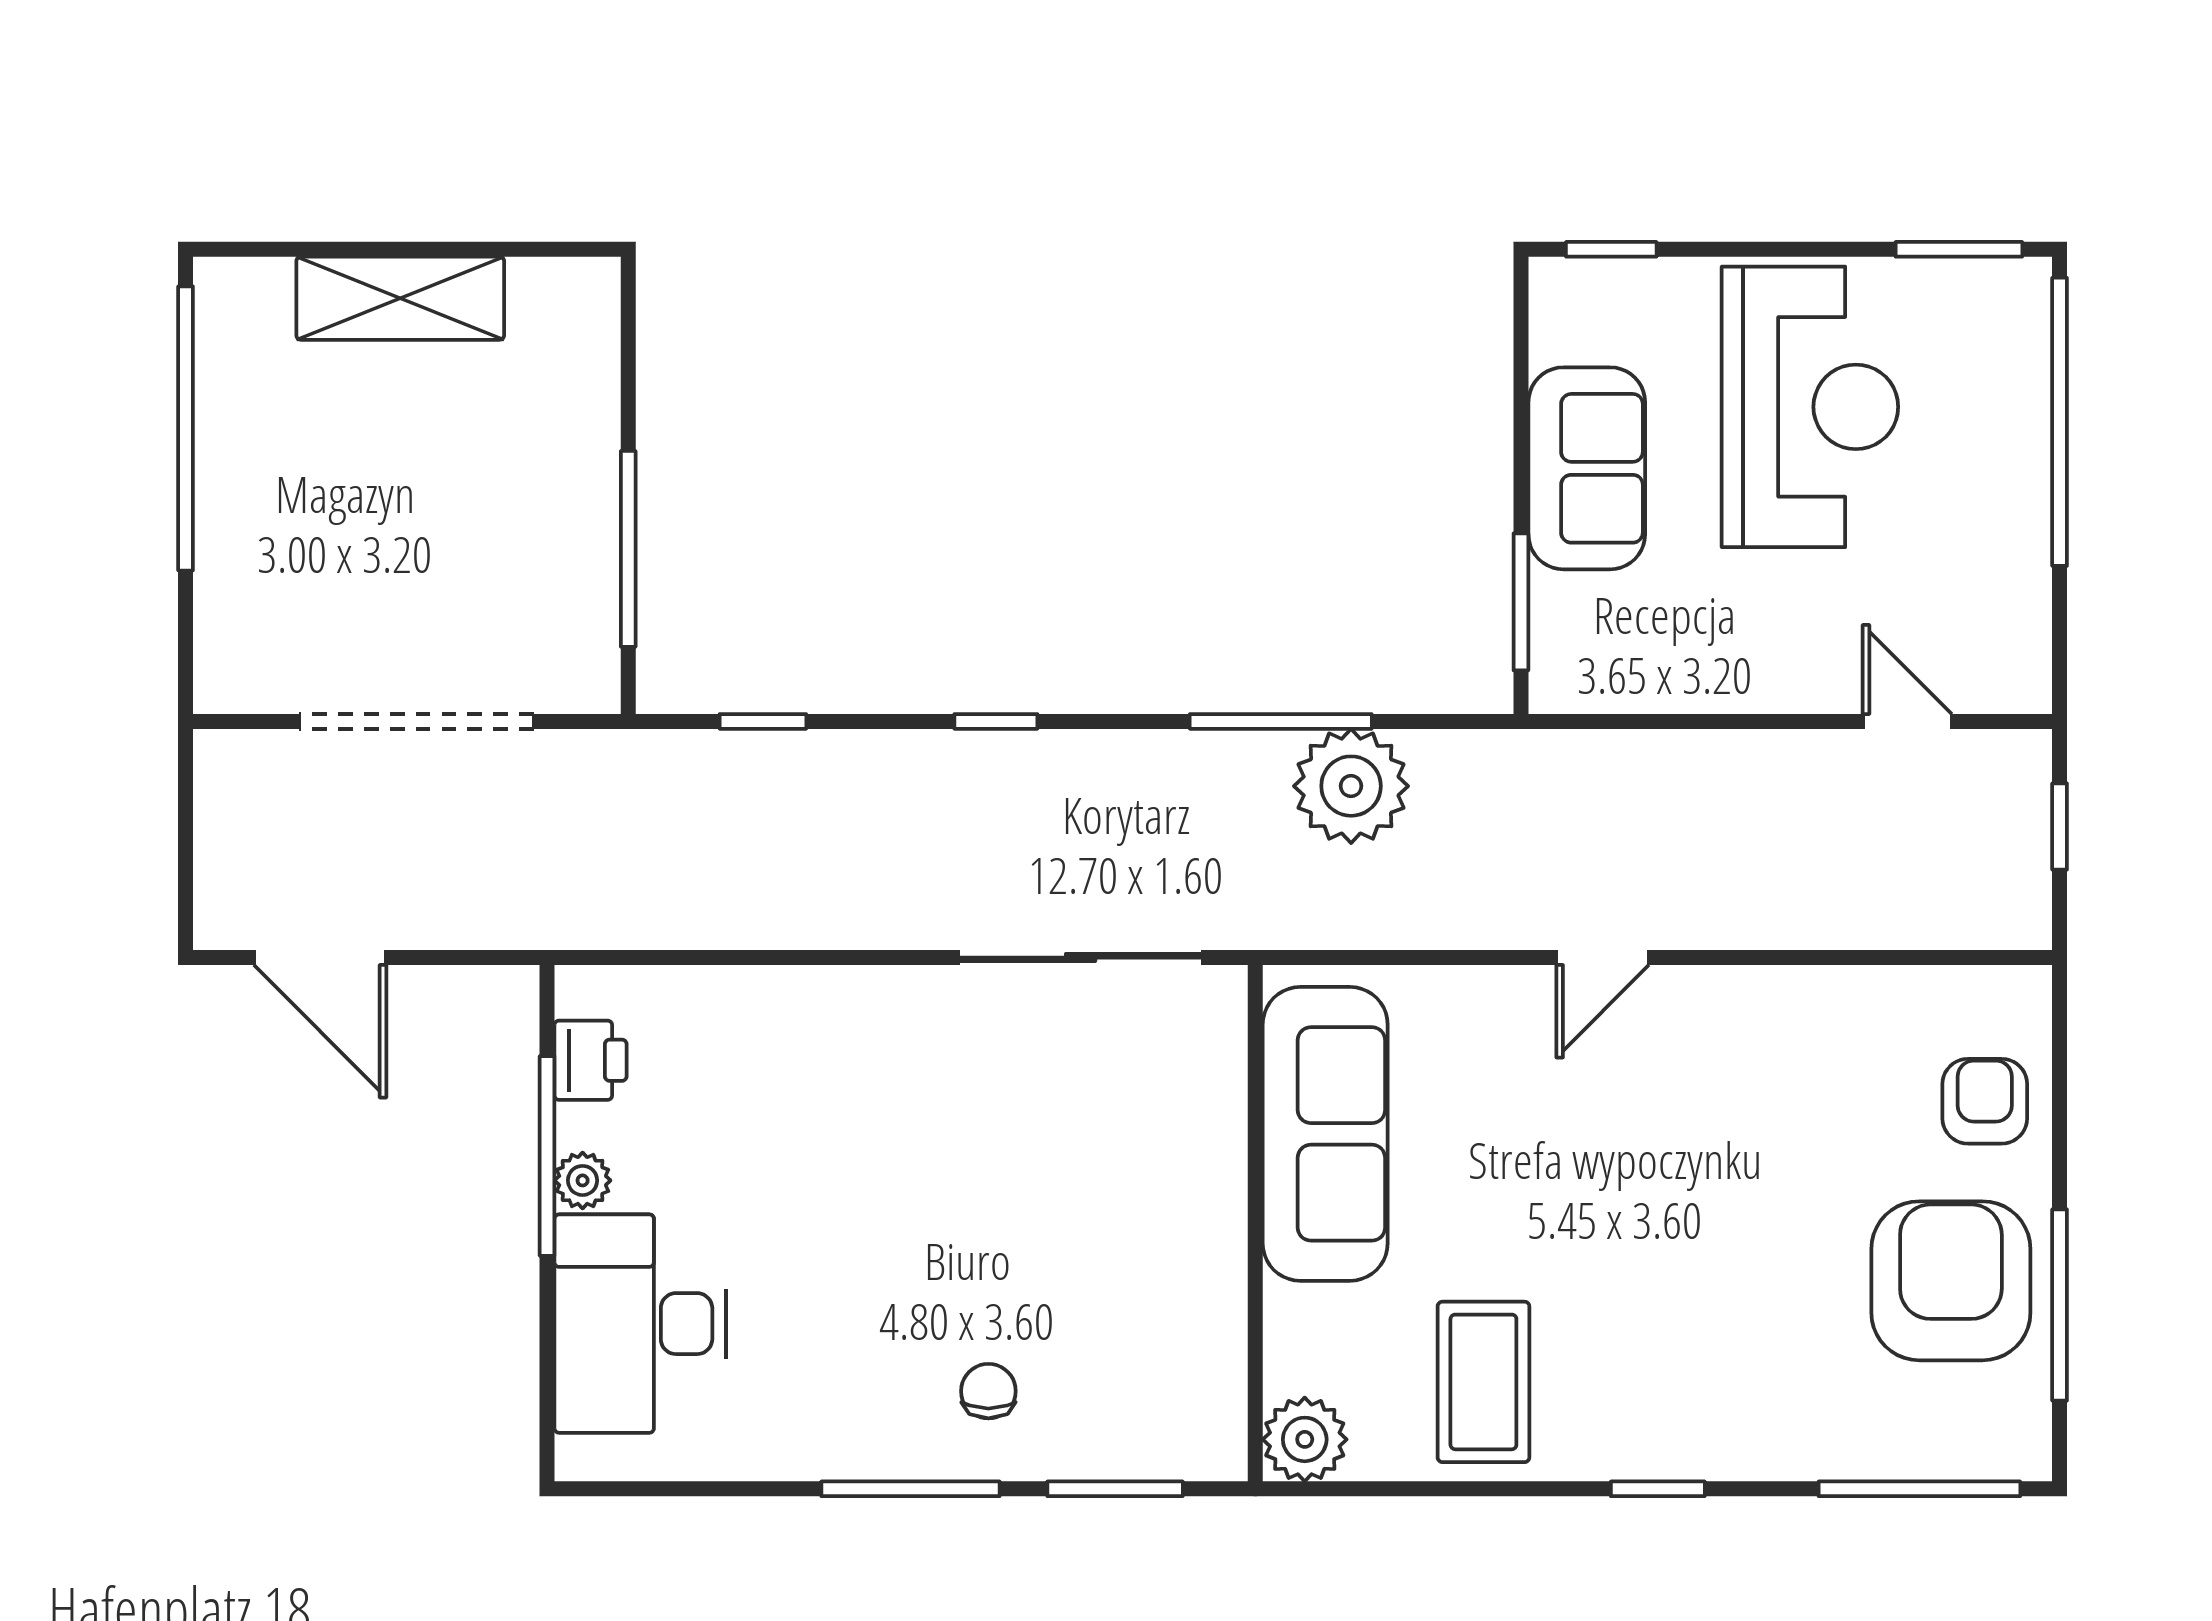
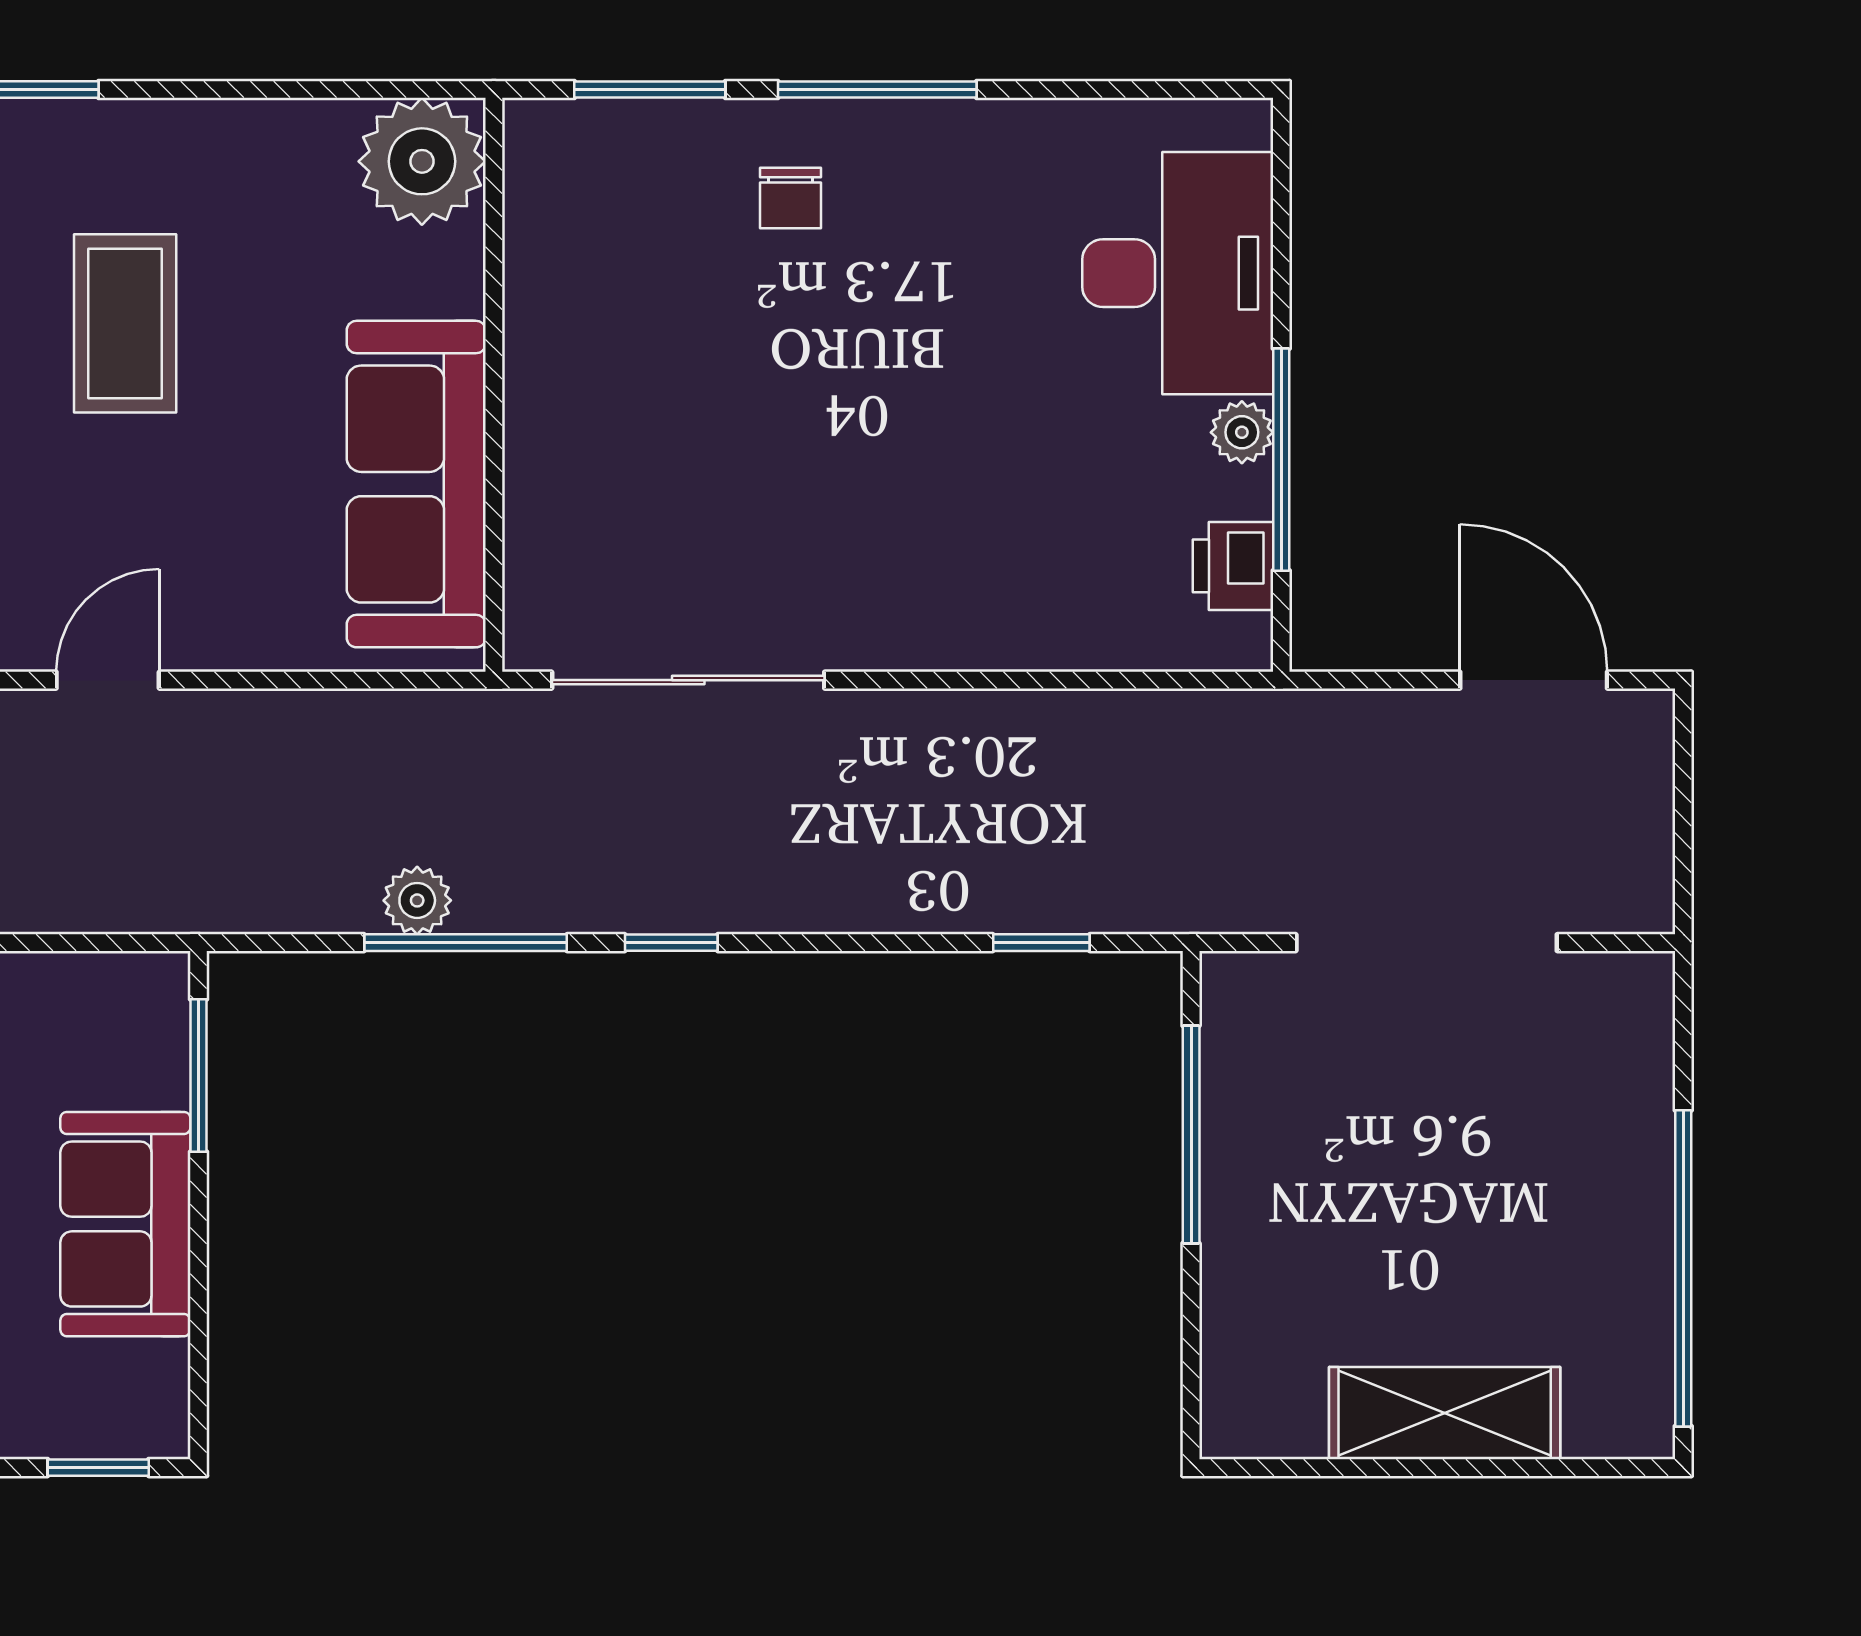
window: (996, 721) -> (671, 943), moved
plant: (1351, 786) -> (417, 900), width x0.53, depth x0.53
coffee table: (1483, 1382) -> (125, 323), moved
plant: (1305, 1439) -> (422, 161), width x1.36, depth x1.36

